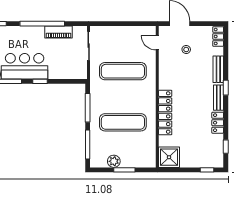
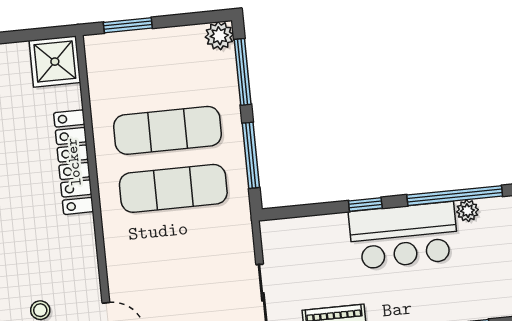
exercise mat: (123, 71) -> (173, 188), moved
plant: (114, 161) -> (219, 36), moved
window: (124, 170) -> (128, 25), moved

